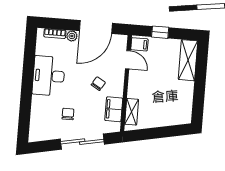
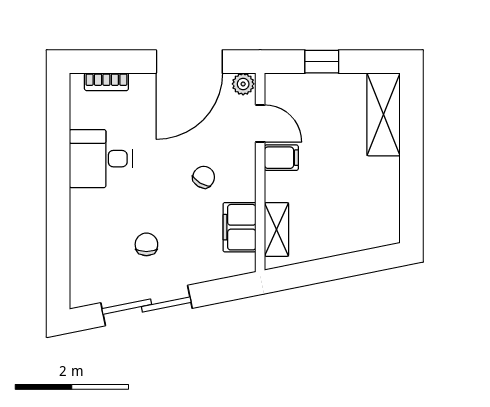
plant: (72, 36) -> (243, 84), moved
filing cabinet: (139, 44) -> (281, 158), moved
desk: (49, 76) -> (101, 159), width x0.73
sliding door: (82, 142) -> (146, 306), moved

